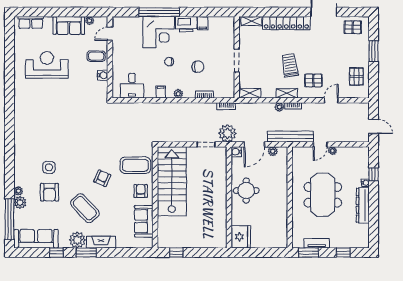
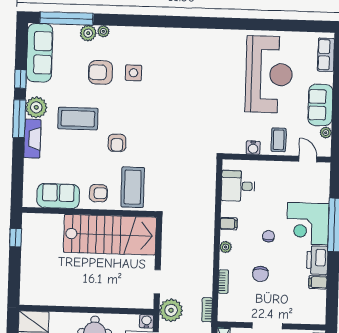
reception desk: (47, 65) -> (269, 74), width x1.36, depth x1.30
armchair: (102, 178) -> (117, 143), turned 66
coffee table: (85, 208) -> (78, 119), turned 43
window: (86, 253) -> (19, 119), width x1.44

